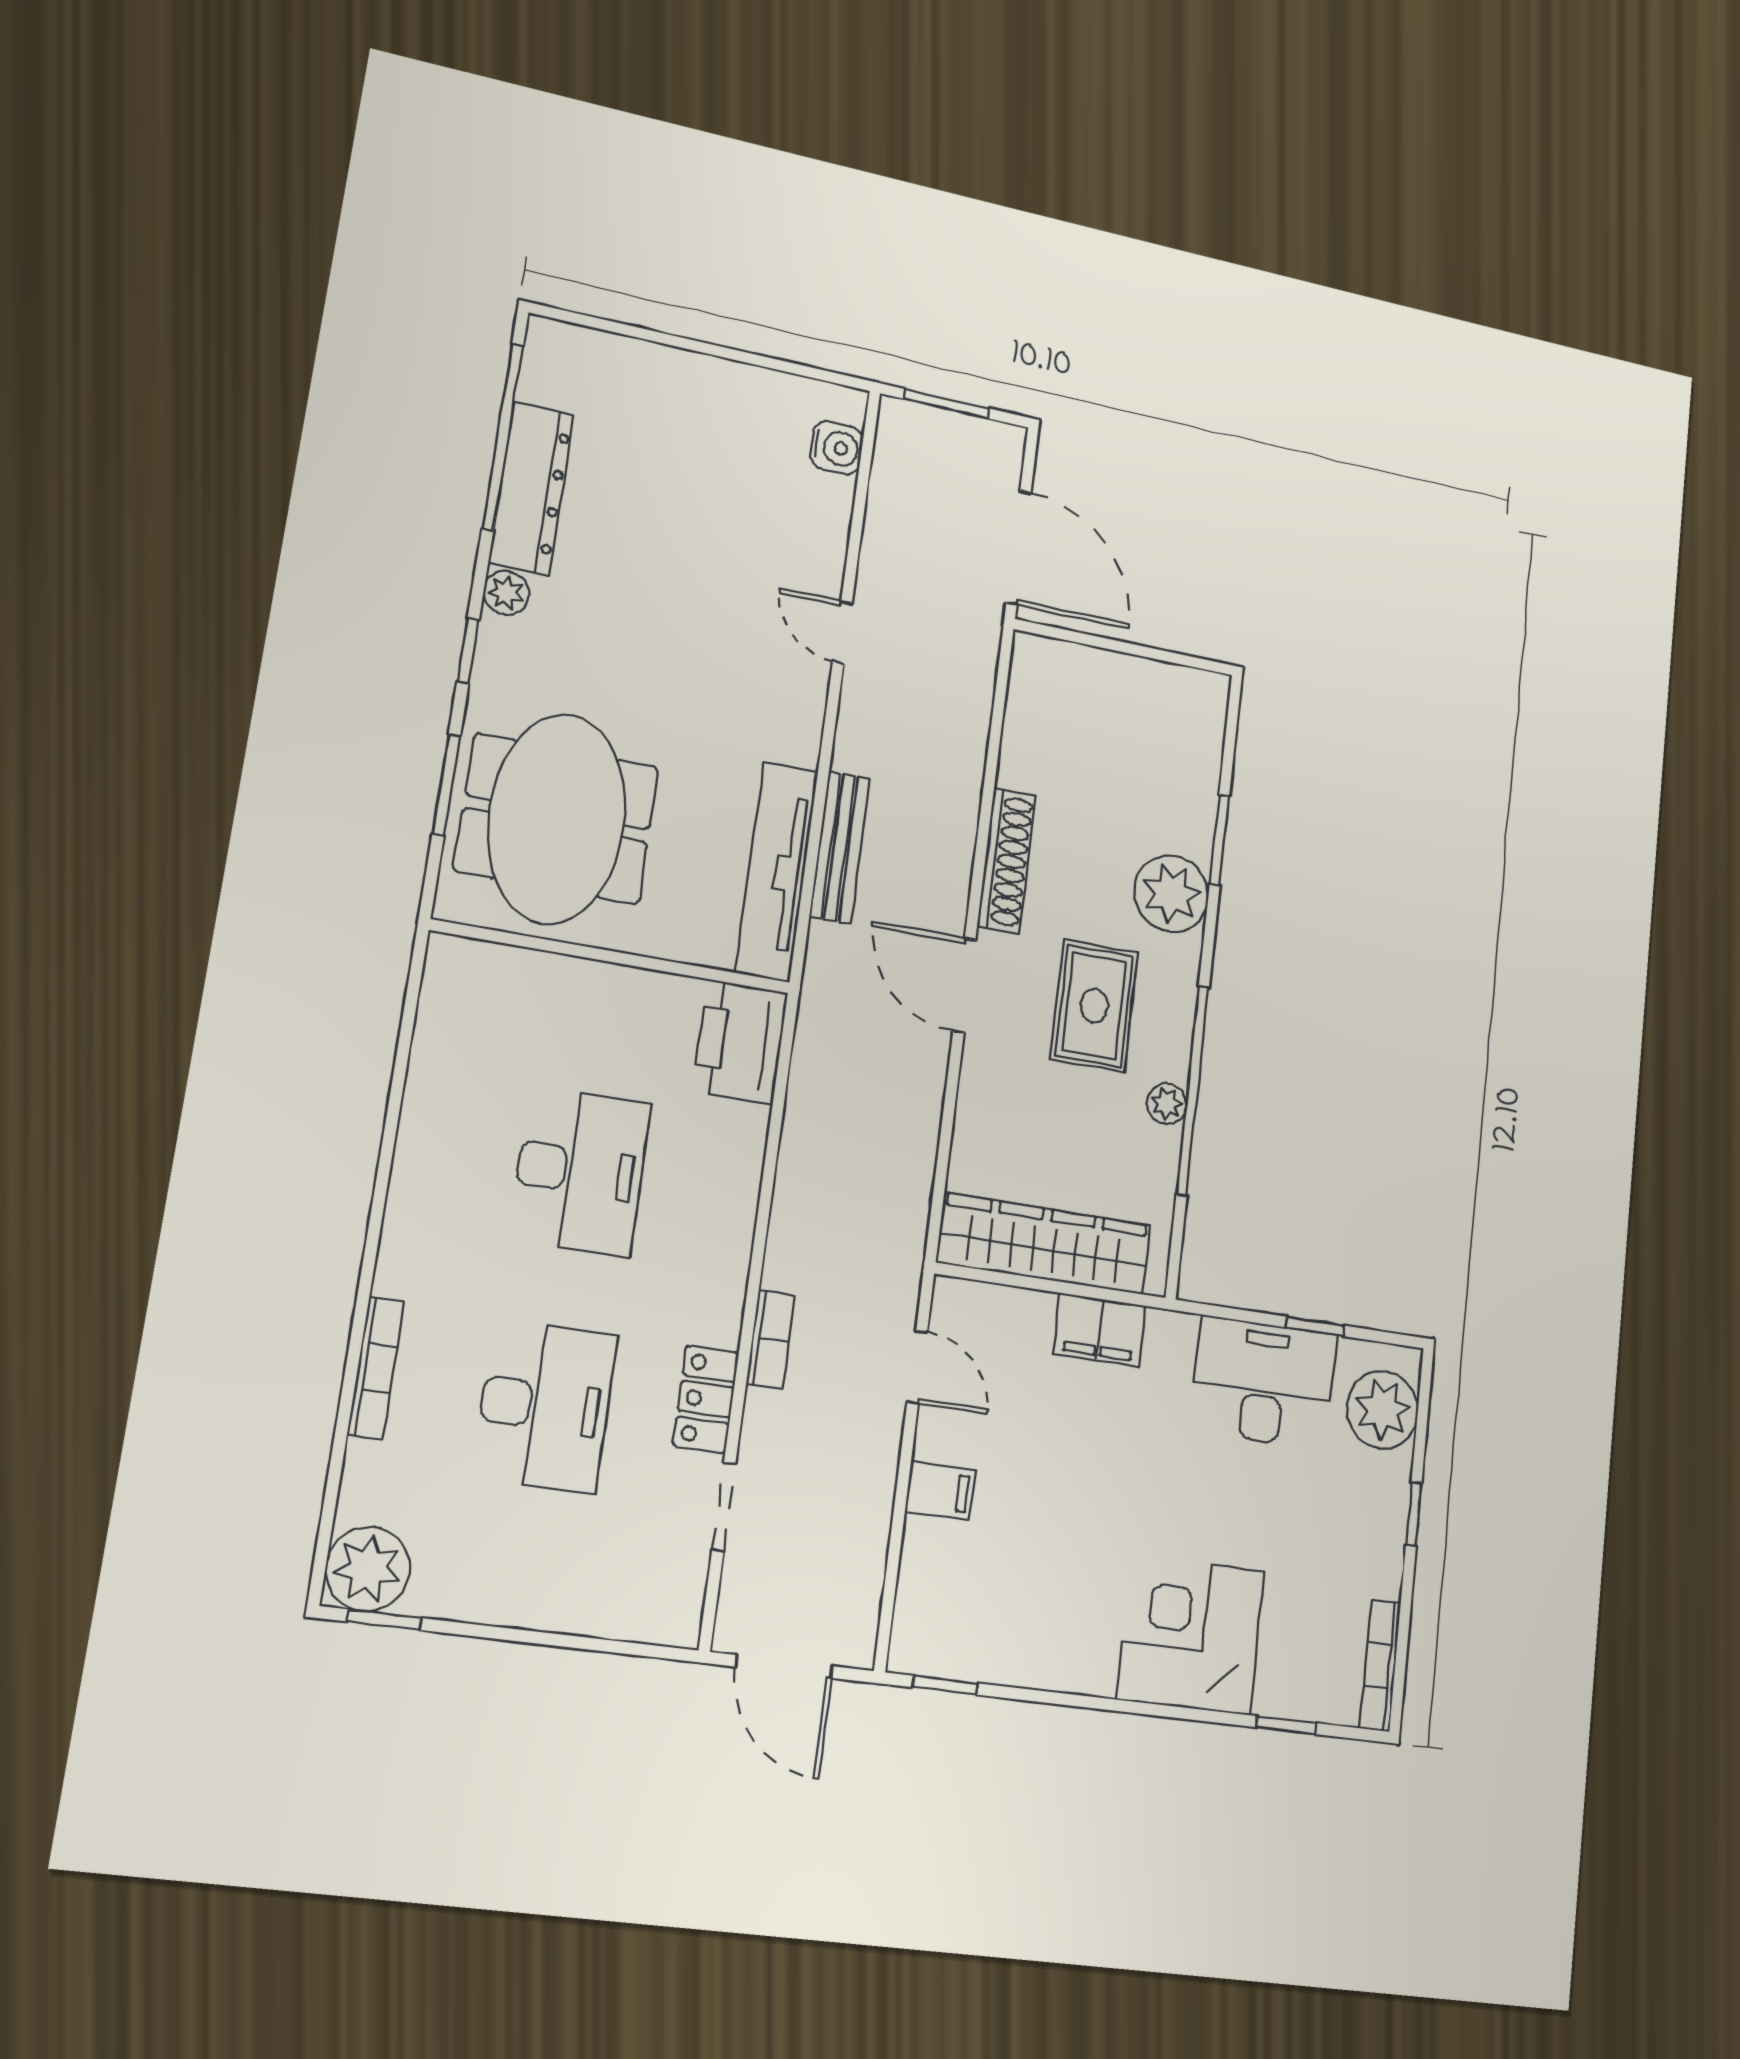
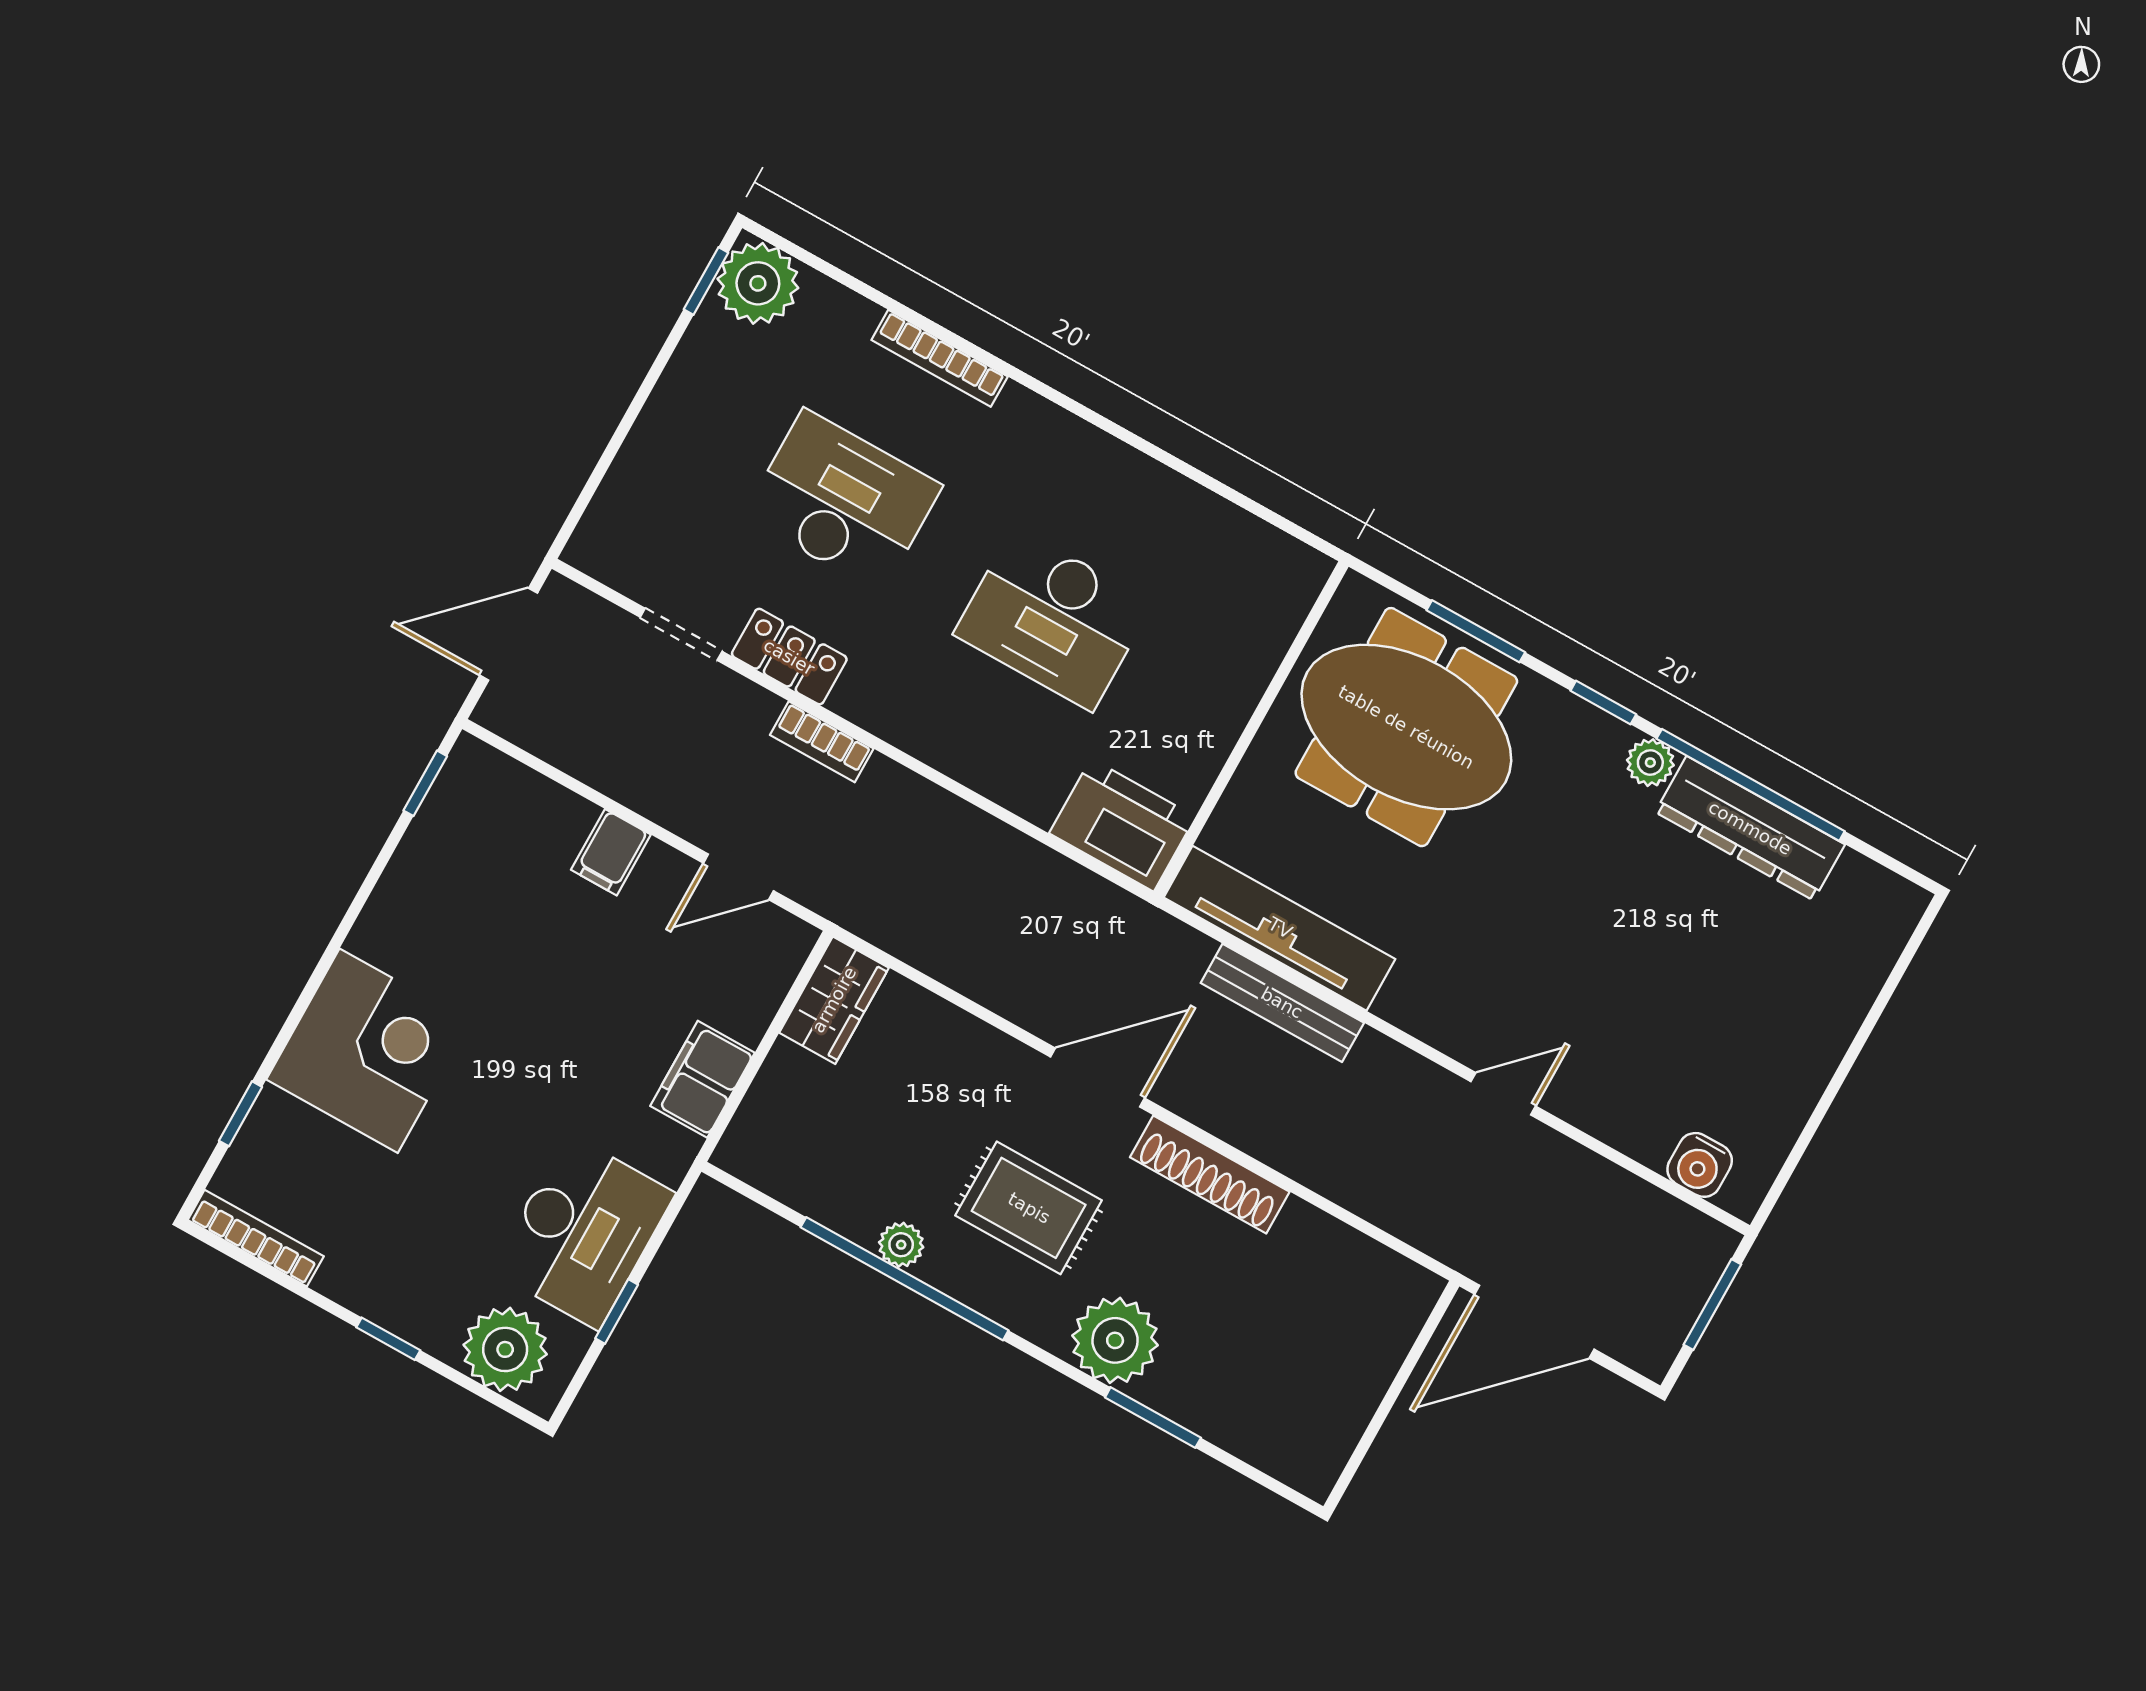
window: (503, 437) -> (1751, 785), moved
wardrobe: (1044, 1244) -> (834, 1000), width x0.48, depth x0.85
desk: (545, 1406) -> (843, 501), turned 180

